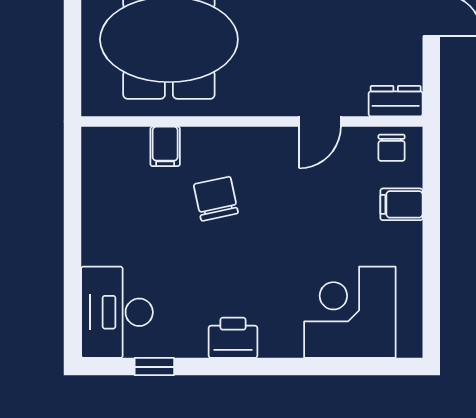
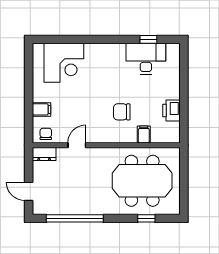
chair: (216, 199) -> (122, 112), turned 102
desk: (117, 312) -> (146, 59), moved, turned -90
printer: (233, 338) -> (171, 110), moved, turned 90

